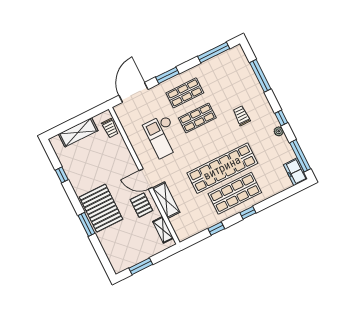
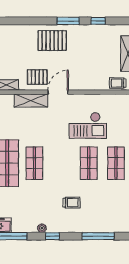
checkout: (163, 136) -> (88, 125), turned 180
shop shelf: (222, 168) -> (34, 163), width x0.50, depth x0.74
pallet: (101, 208) -> (52, 41), width x0.73, depth x0.71
window: (86, 224) -> (68, 21), moved

